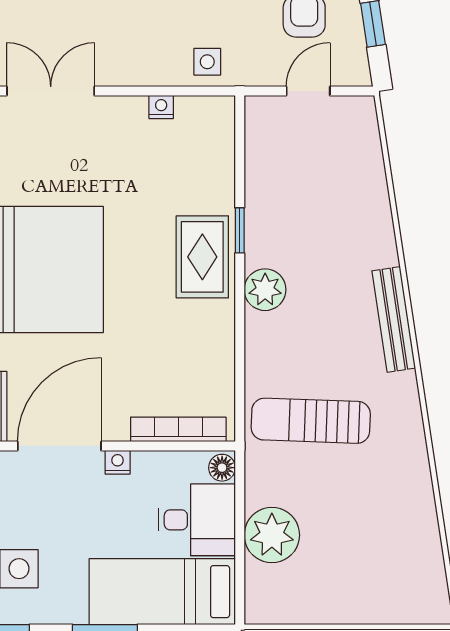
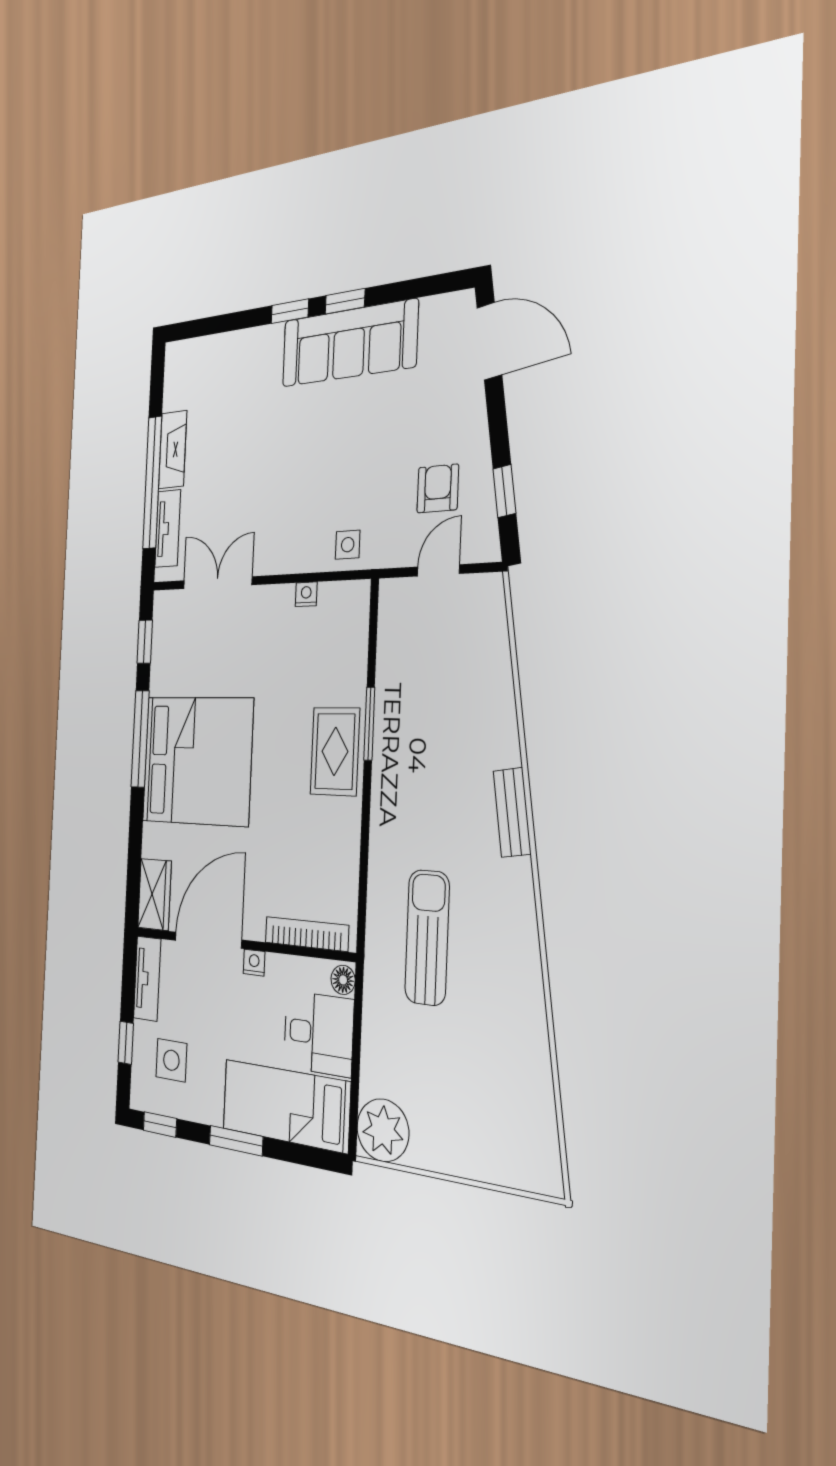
window: (240, 230) -> (369, 724), width x1.50
plant: (265, 290) -> (390, 789), removed
bench: (394, 319) -> (512, 812), width x0.73
sun lounger: (311, 421) -> (427, 937), turned 88
plant: (272, 535) -> (383, 1130), moved

